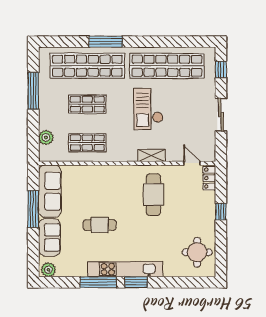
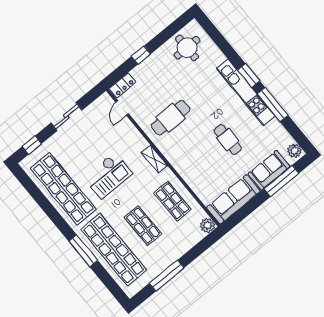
plant: (46, 138) -> (207, 226), moved
shelving: (152, 156) -> (154, 159), moved
window: (33, 209) -> (281, 181), moved

